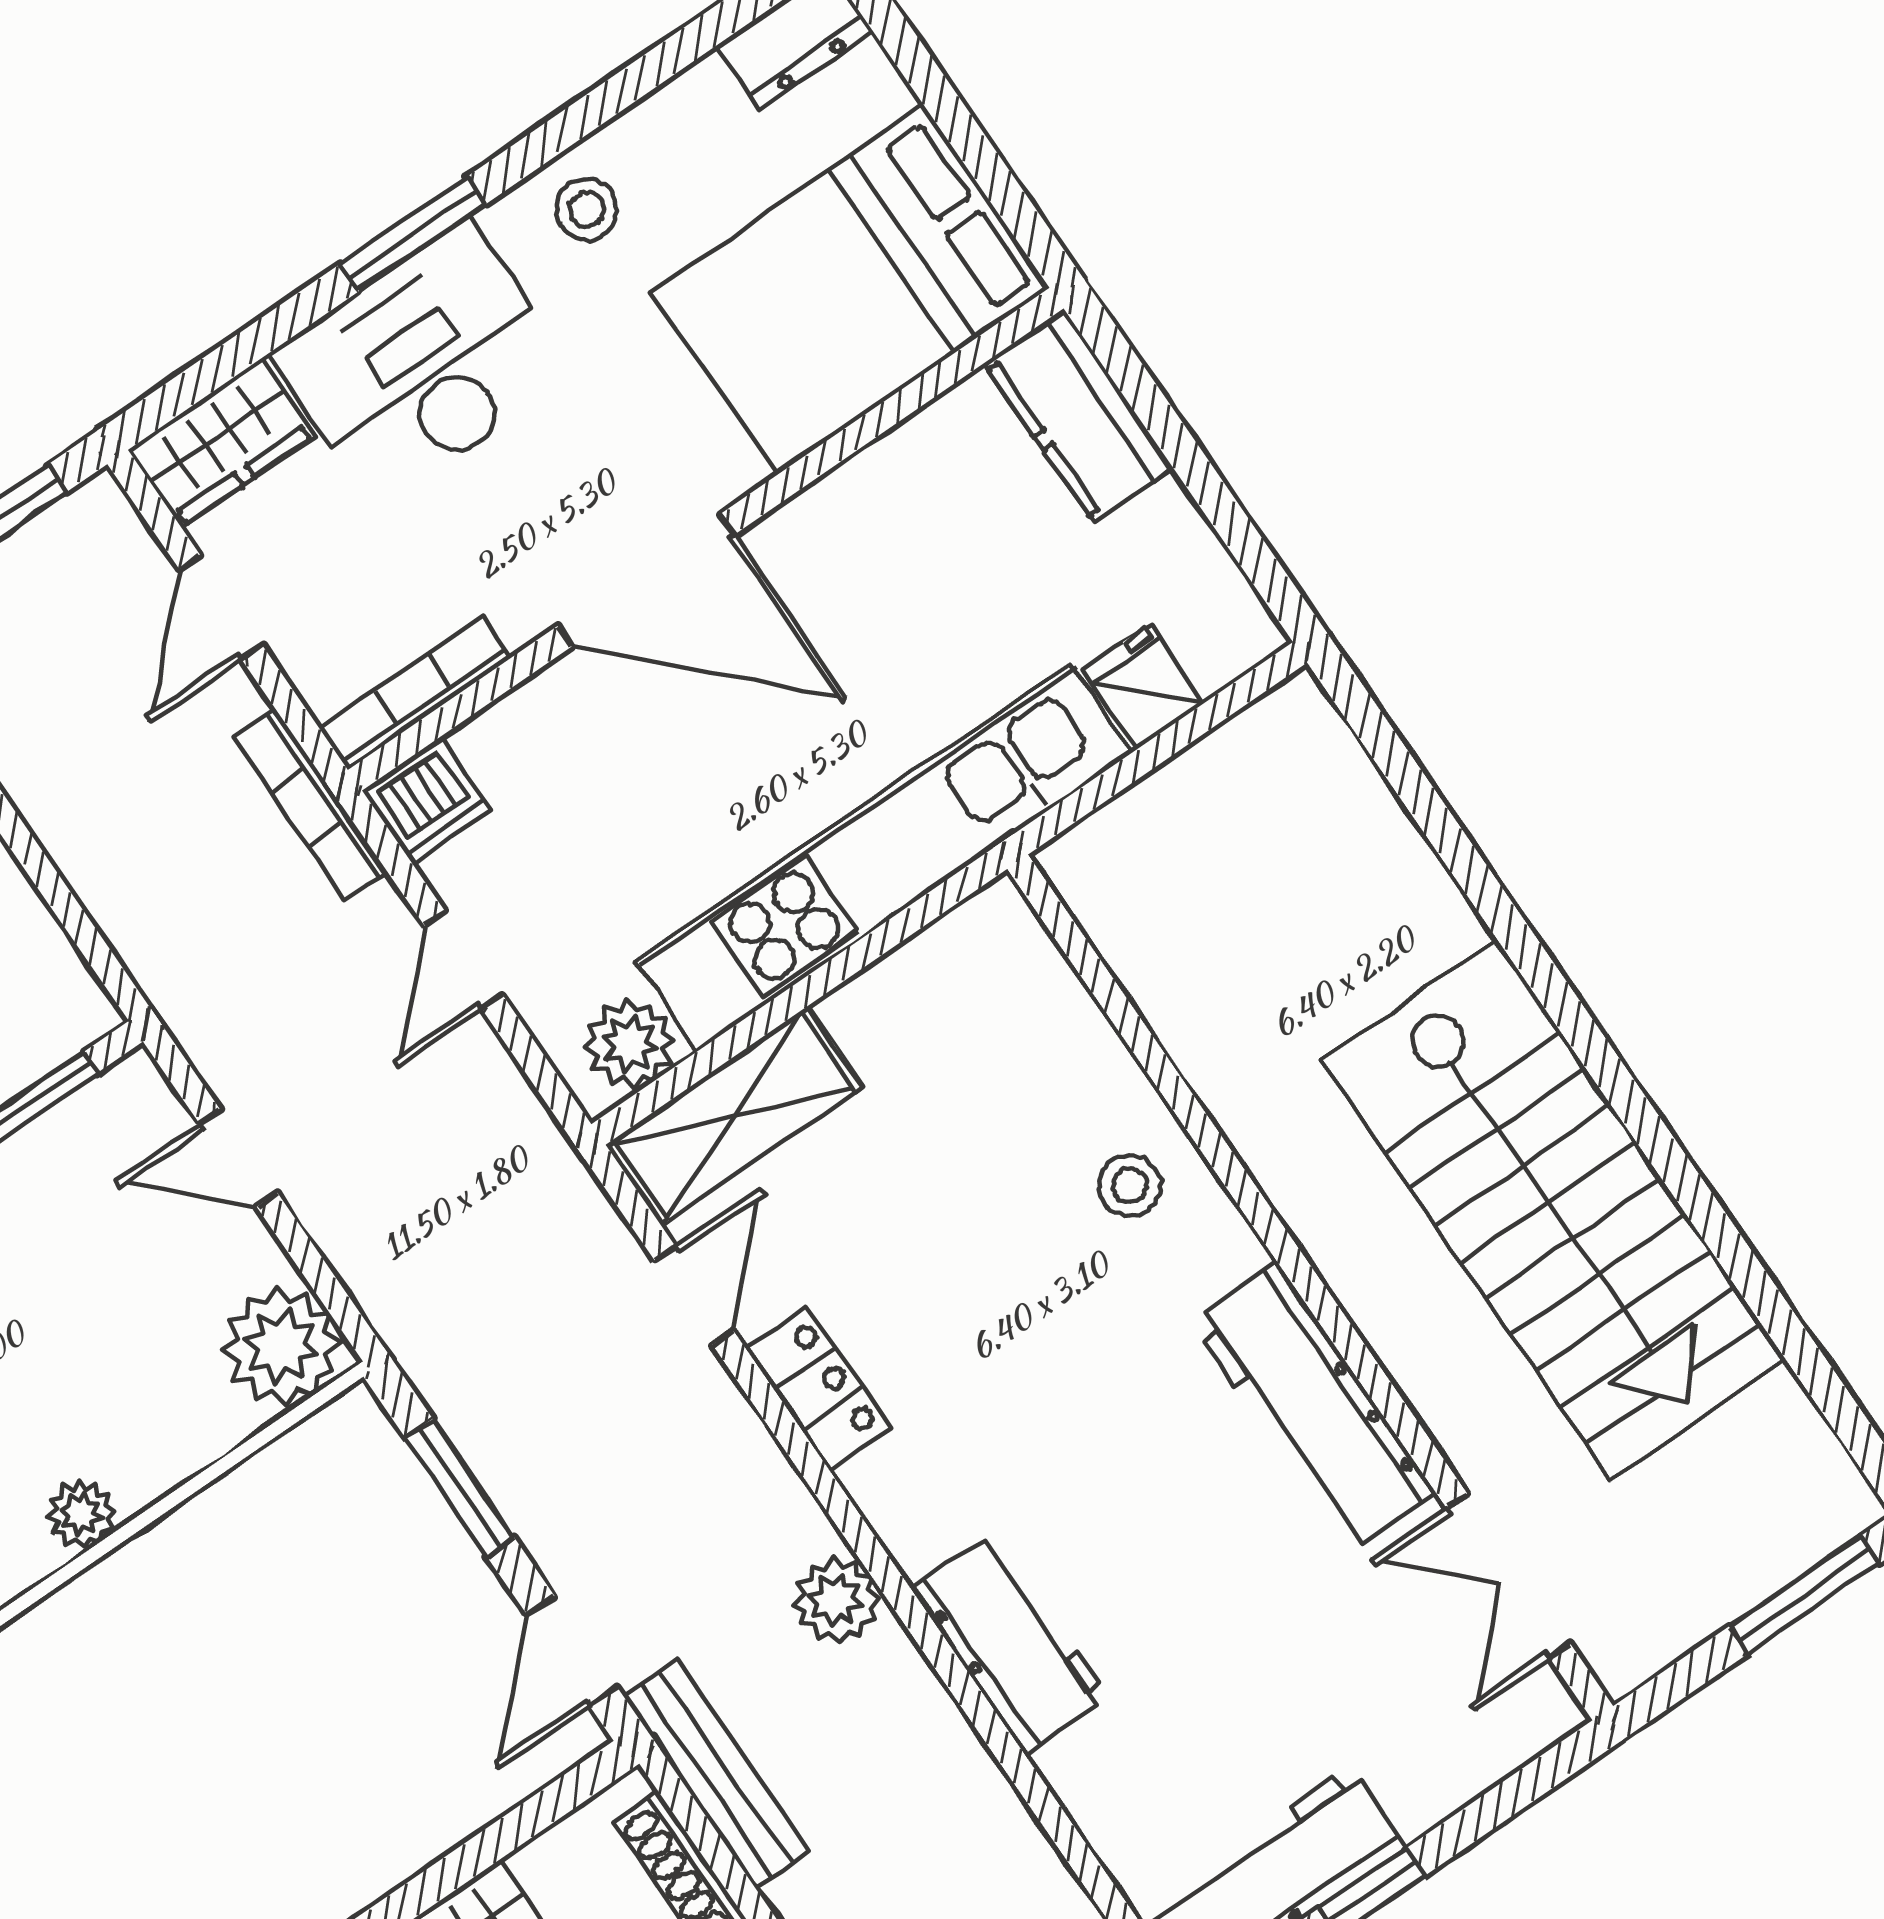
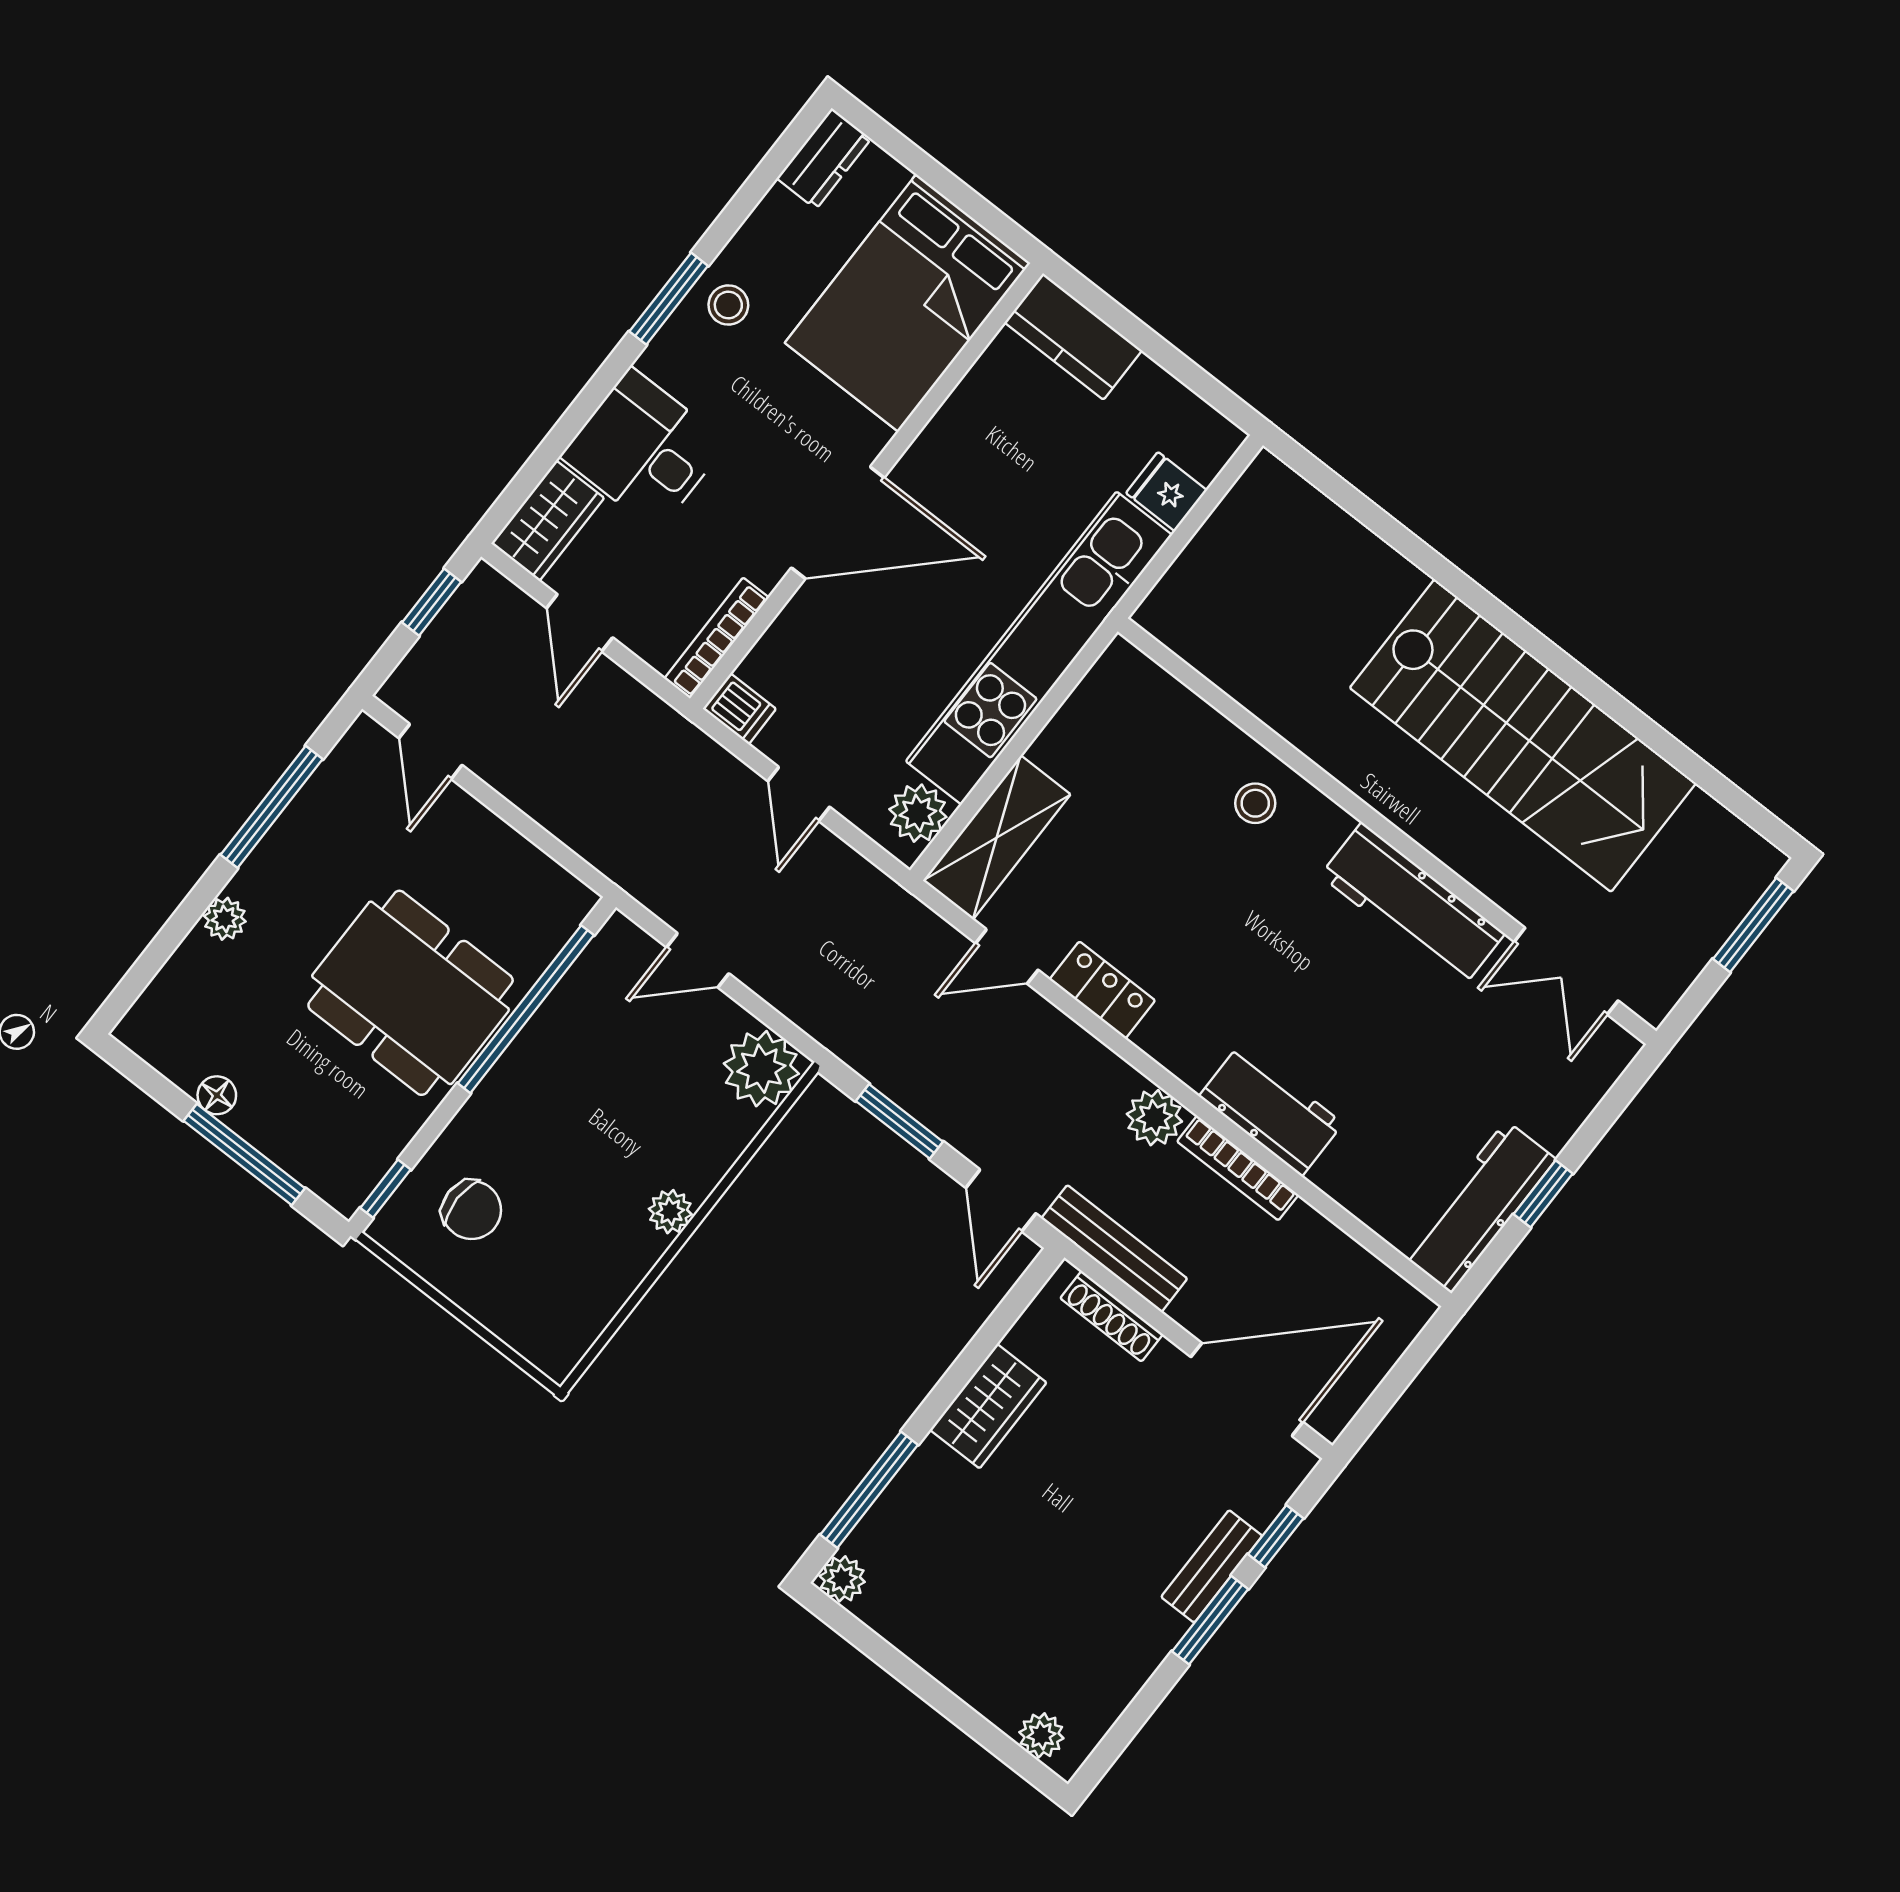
window: (413, 234) -> (669, 299), moved
desk: (423, 364) -> (644, 450), width x0.73
dishwasher: (427, 800) -> (739, 709), width x0.73
bookcase: (311, 804) -> (1238, 1168), moved
door: (694, 1295) -> (1007, 957), swing flipped

